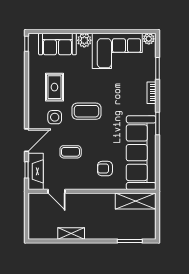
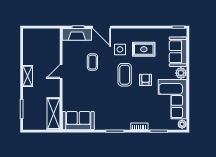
sofa: (141, 153) -> (78, 121), width x0.54, depth x0.79
armchair: (105, 169) -> (146, 80), moved
door: (57, 191) -> (61, 71), moved
shelving: (71, 234) -> (28, 76), moved

